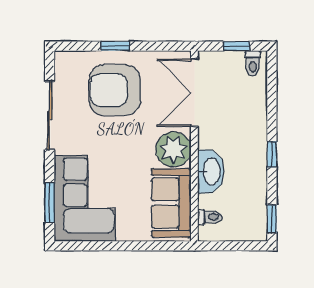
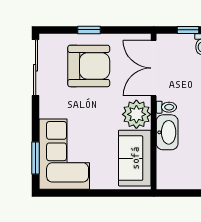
armchair: (115, 90) -> (89, 66), turned 180
sliding door: (50, 115) -> (36, 68), moved
toilet: (210, 217) -> (166, 107), moved

